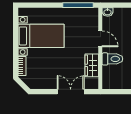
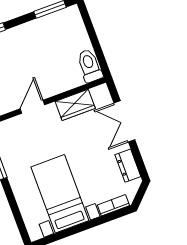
toilet: (112, 59) -> (90, 66), moved
dresser: (43, 84) -> (128, 166), added

